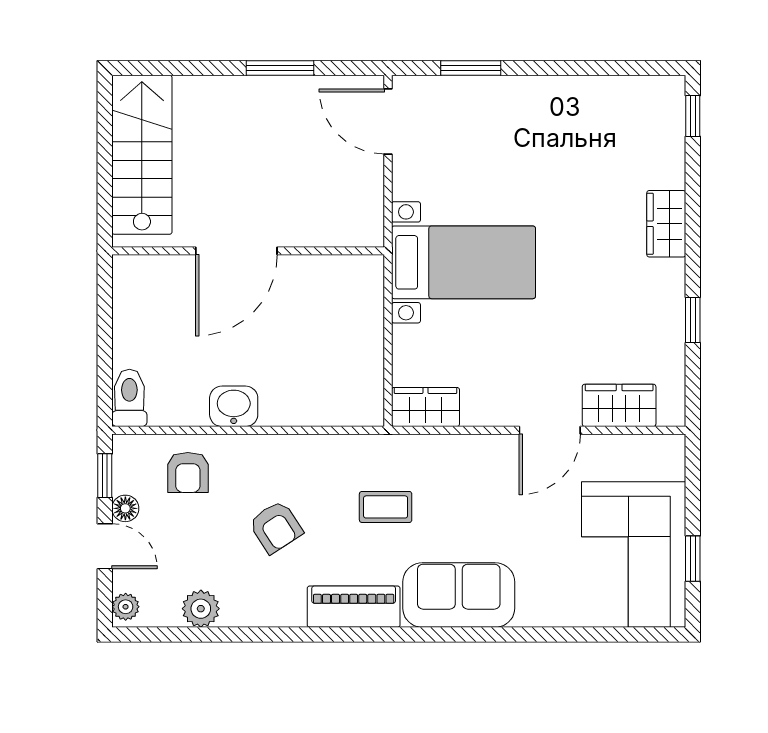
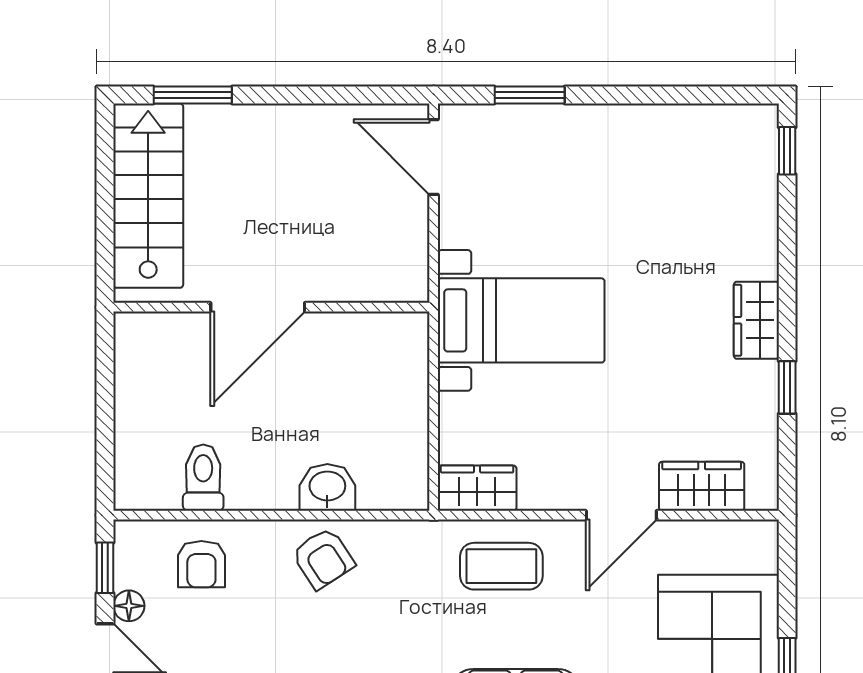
window: (280, 68) -> (193, 95), moved
wardrobe: (666, 224) -> (756, 320), moved
toilet: (129, 398) -> (203, 478), moved
washbasin: (234, 406) -> (327, 487), moved
coffee table: (386, 507) -> (501, 566), moved, width x1.36, depth x1.30
armchair: (276, 527) -> (323, 558), moved

